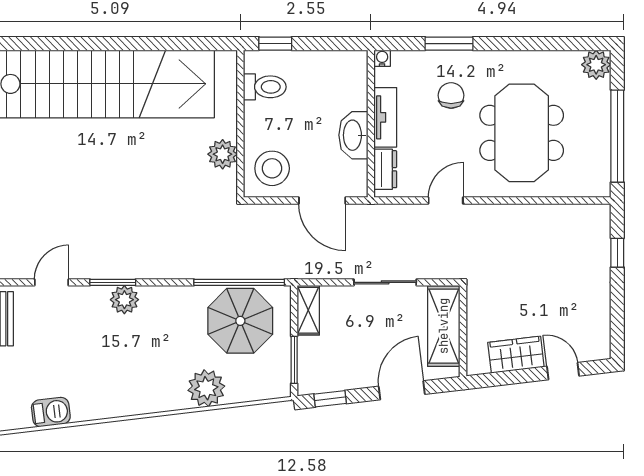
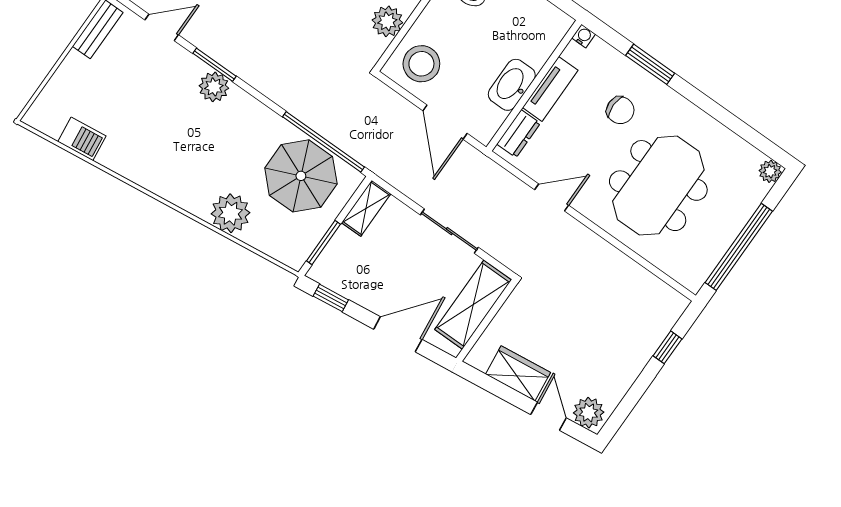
plant: (596, 65) -> (770, 171), width x0.73, depth x0.73
chair: (451, 95) -> (620, 110), turned 90
plant: (592, 346) -> (589, 413), added

